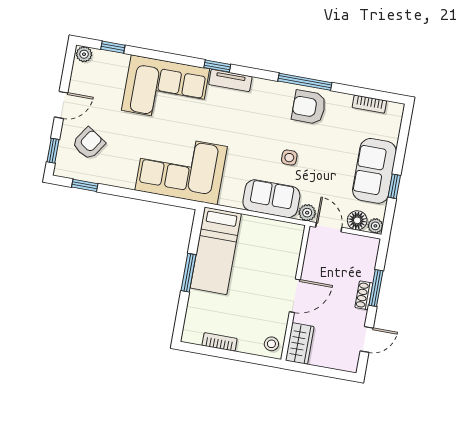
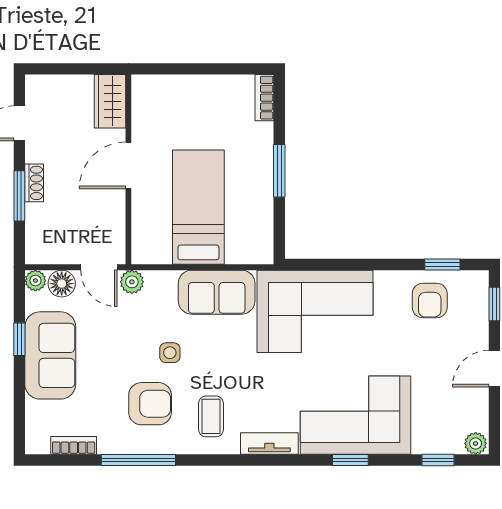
window: (217, 66) -> (350, 460), moved
window: (305, 82) -> (138, 460), moved
coffee table: (268, 107) -> (211, 416), added
armchair: (309, 107) -> (150, 404), moved
armchair: (89, 143) -> (430, 301), moved, turned -34
sofa: (271, 199) -> (217, 292), moved
bed: (216, 251) -> (198, 207), moved
bookcase: (220, 342) -> (264, 98), moved, turned 90
stool: (271, 344) -> (148, 94), removed

